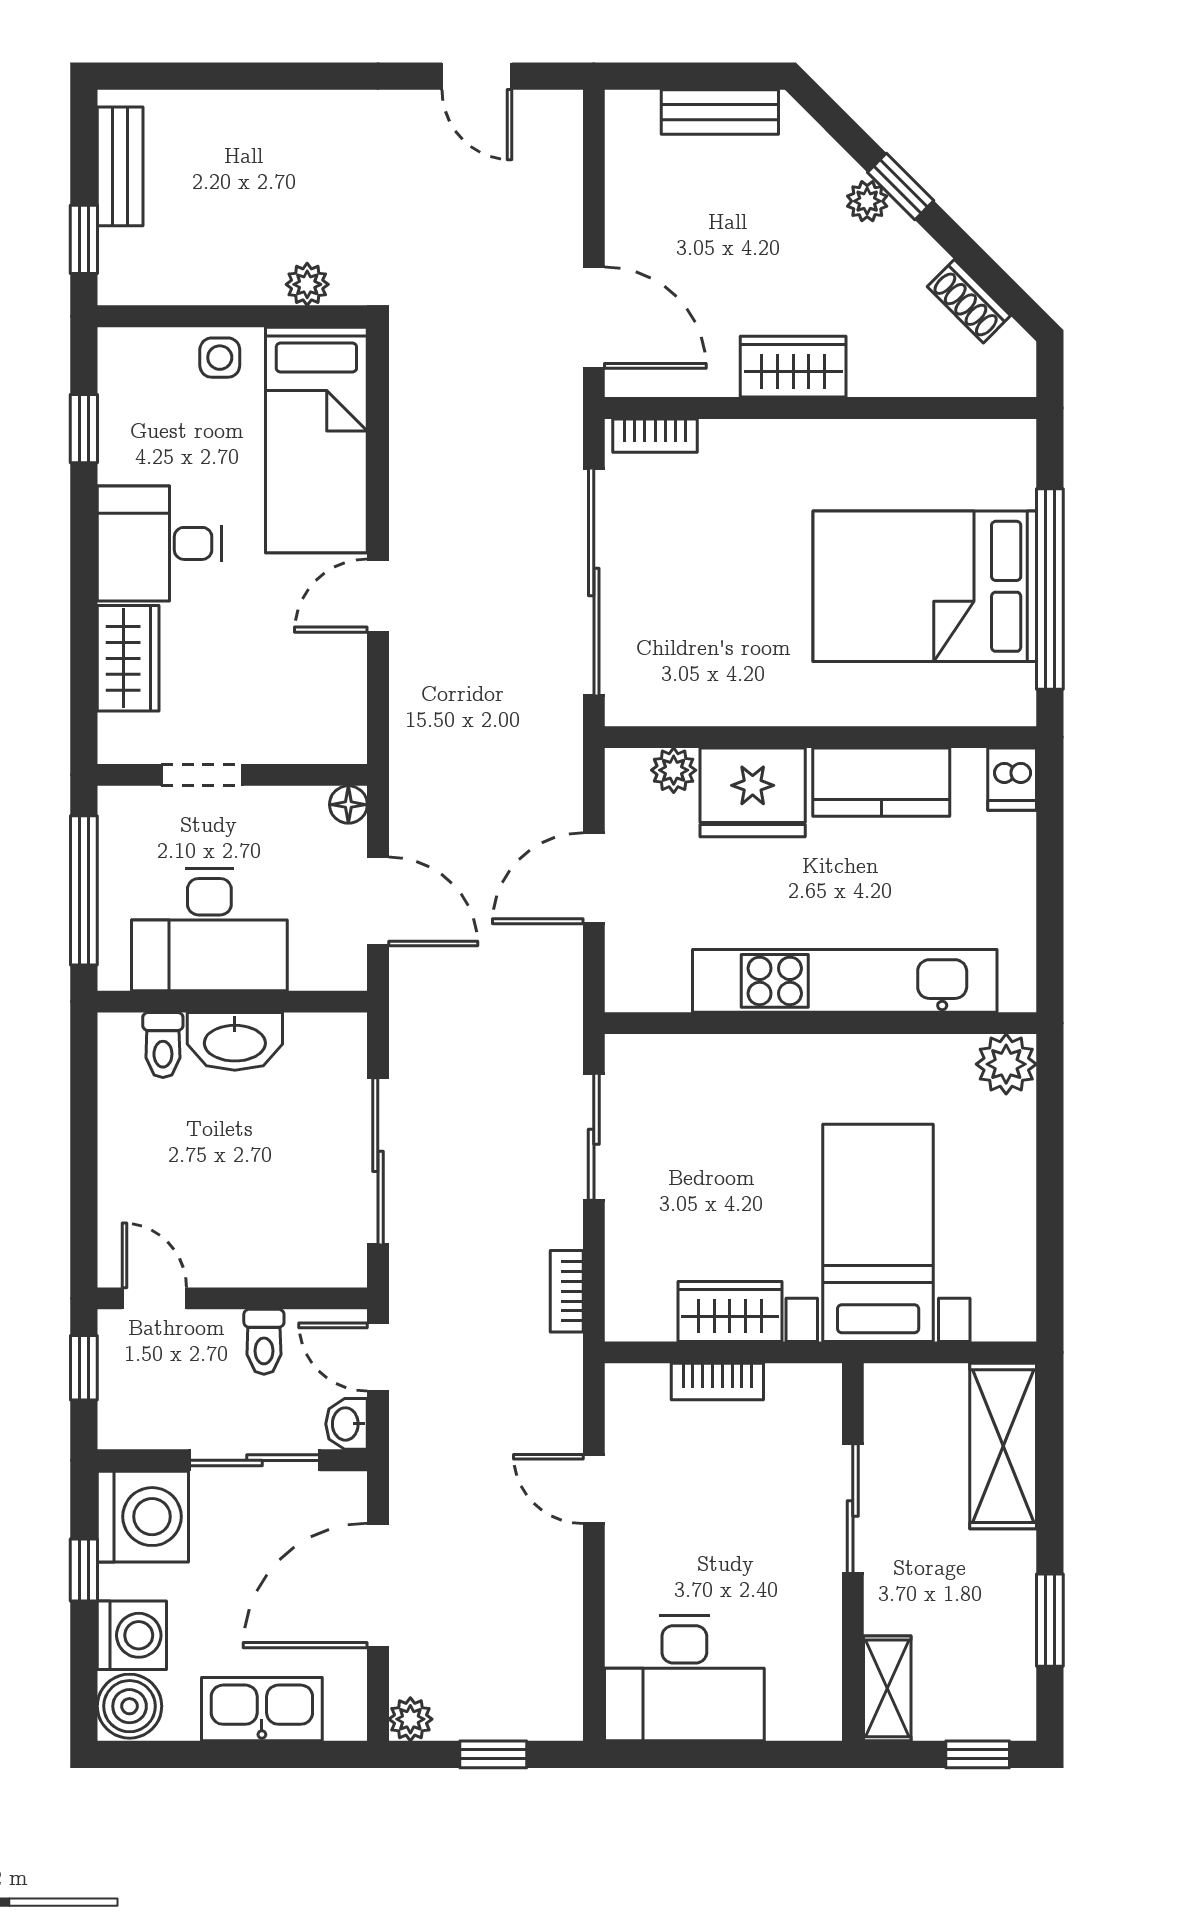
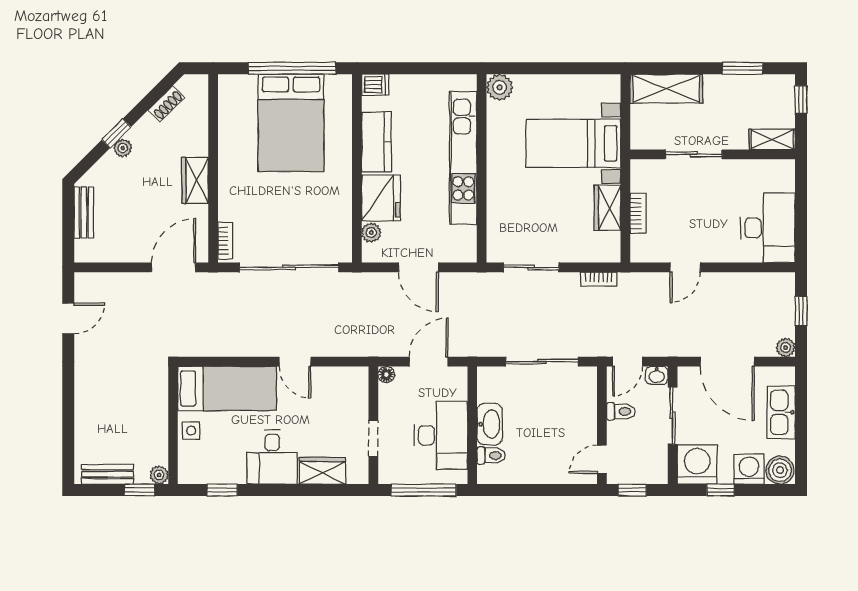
plant: (307, 284) -> (159, 475), moved

